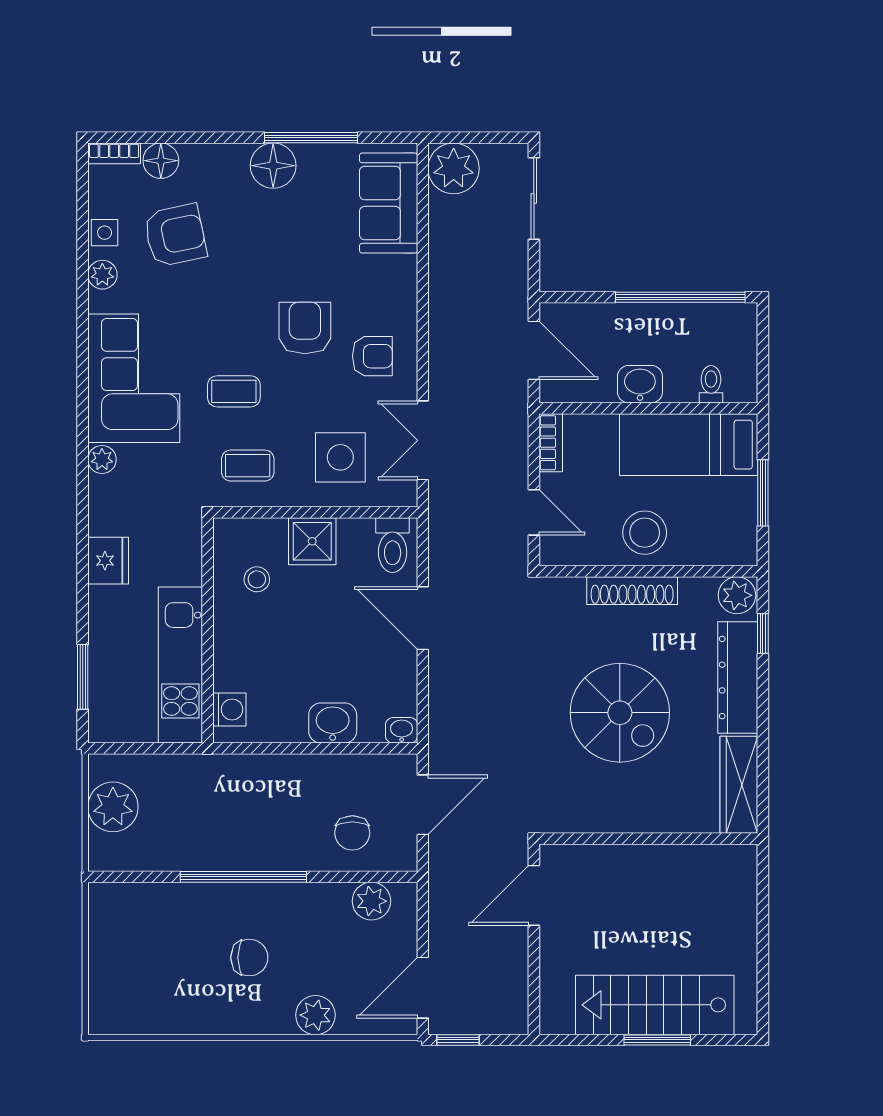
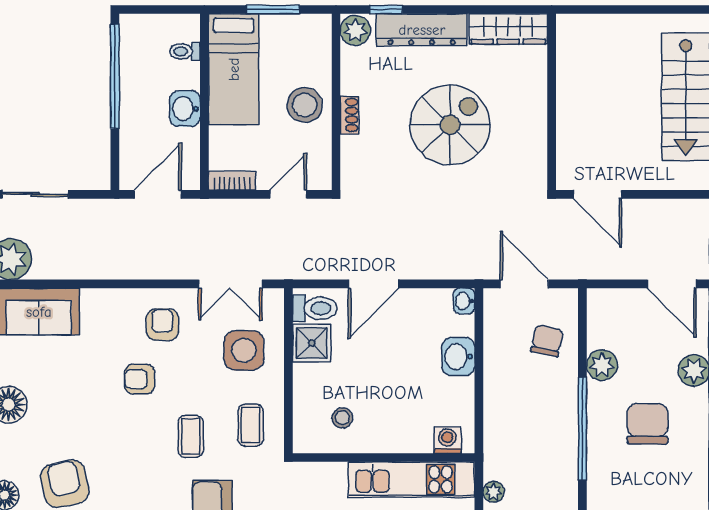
armchair: (305, 328) -> (140, 379), width x0.72, depth x0.72
shower: (312, 541) -> (312, 343), moved
shoe rack: (632, 591) -> (349, 115), width x0.51, depth x0.81
plant: (165, 767) -> (494, 492), added
chair: (352, 833) -> (547, 341), turned -78
plant: (371, 901) -> (602, 365), moved
chair: (249, 958) -> (648, 424), width x1.37, depth x1.37

